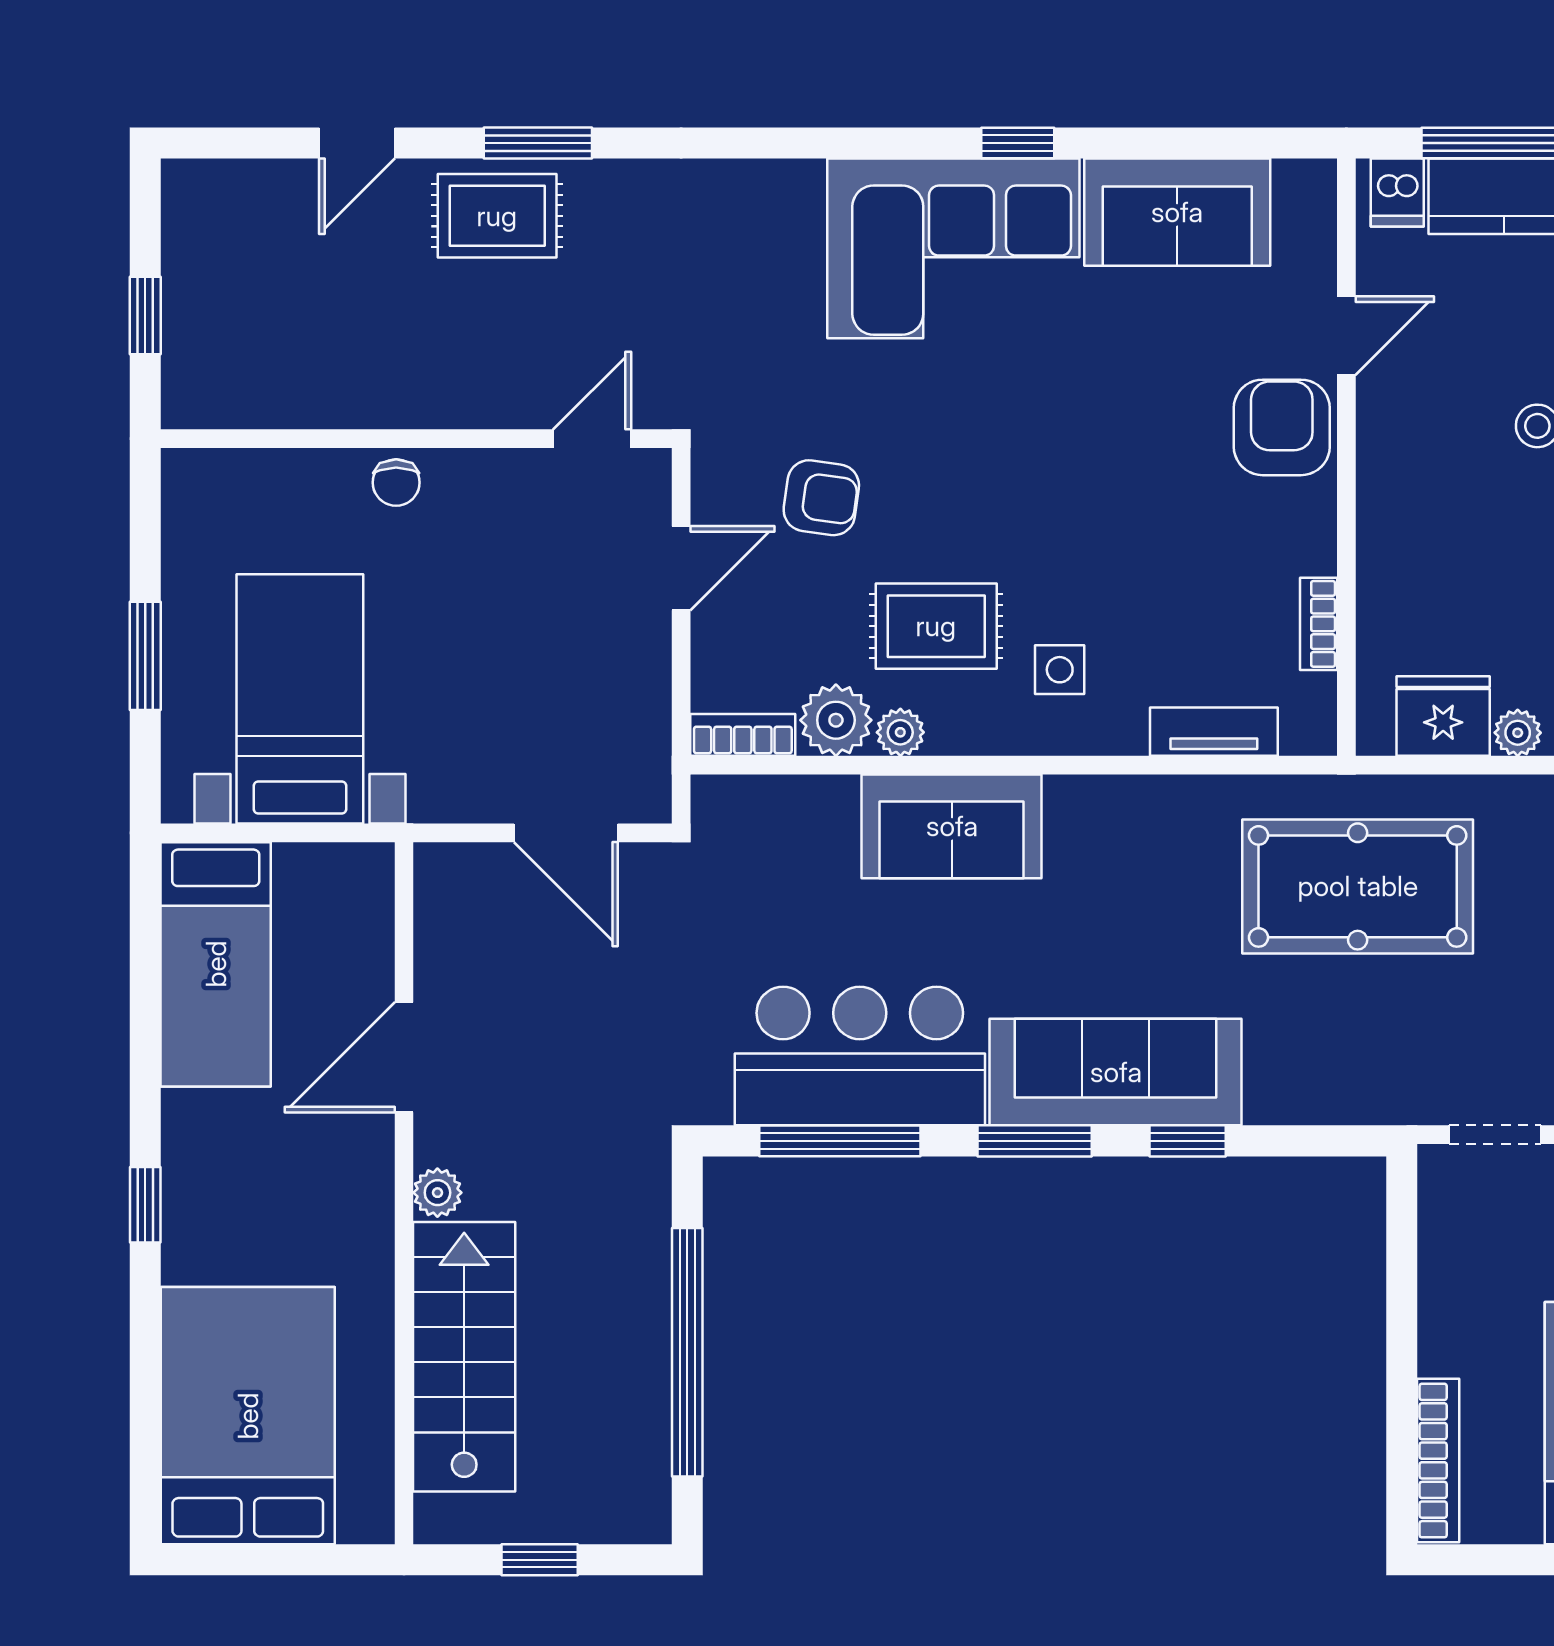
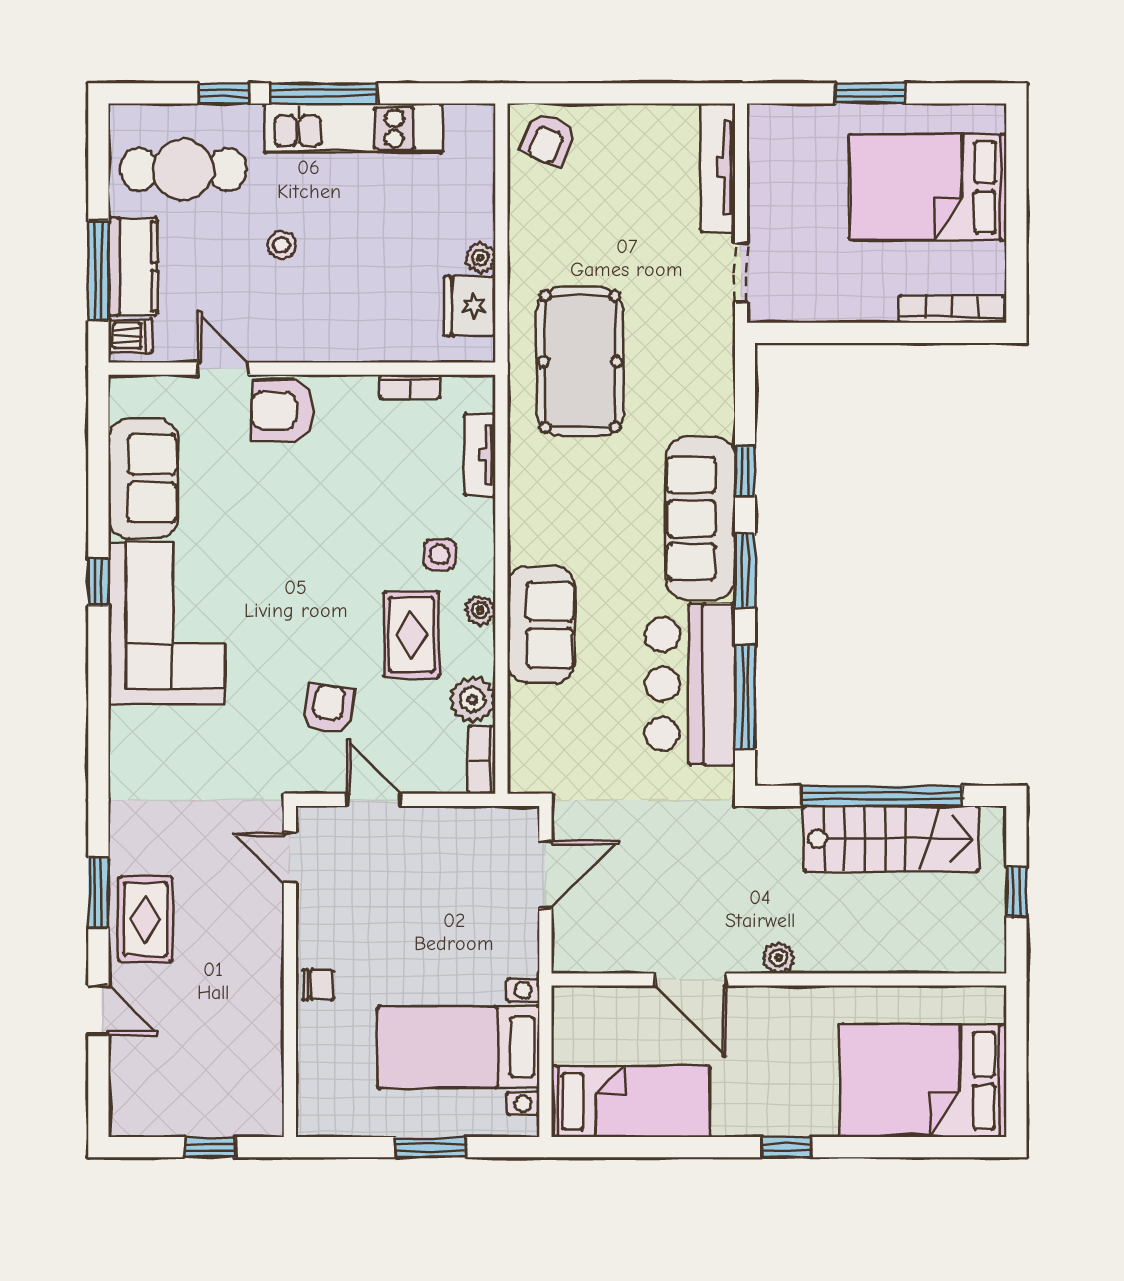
plant: (900, 732) -> (480, 610), moved
stairs: (464, 1357) -> (891, 839), moved, turned 180

